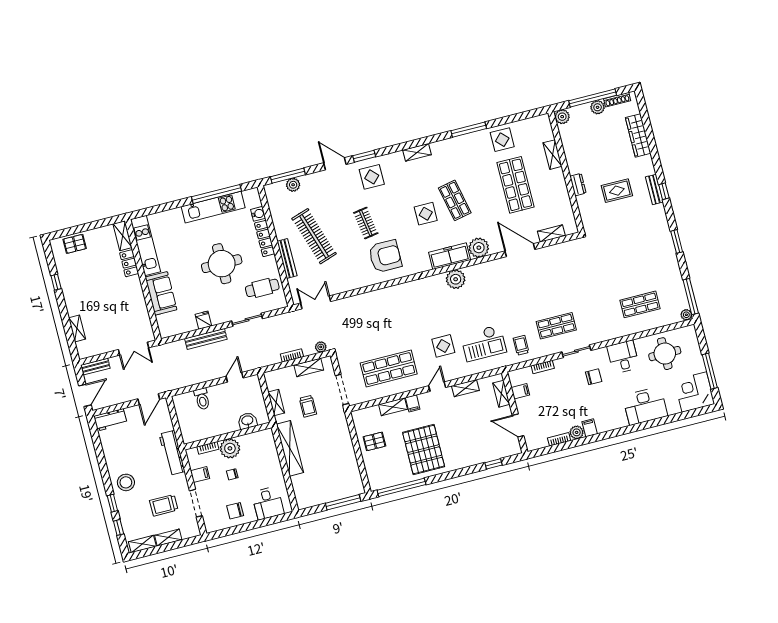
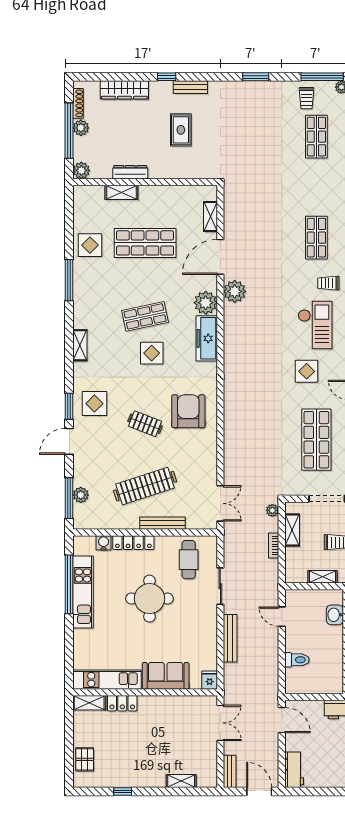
dresser: (578, 185) -> (130, 172), moved, width x1.44
window: (664, 191) -> (167, 77), moved
clothes rail: (366, 223) -> (145, 424), turned 30
plant: (456, 279) -> (235, 291), moved
trolley: (670, 288) -> (306, 98), added
double door: (316, 302) -> (220, 503), swing flipped
fridge: (203, 320) -> (210, 680), moved, turned 90

